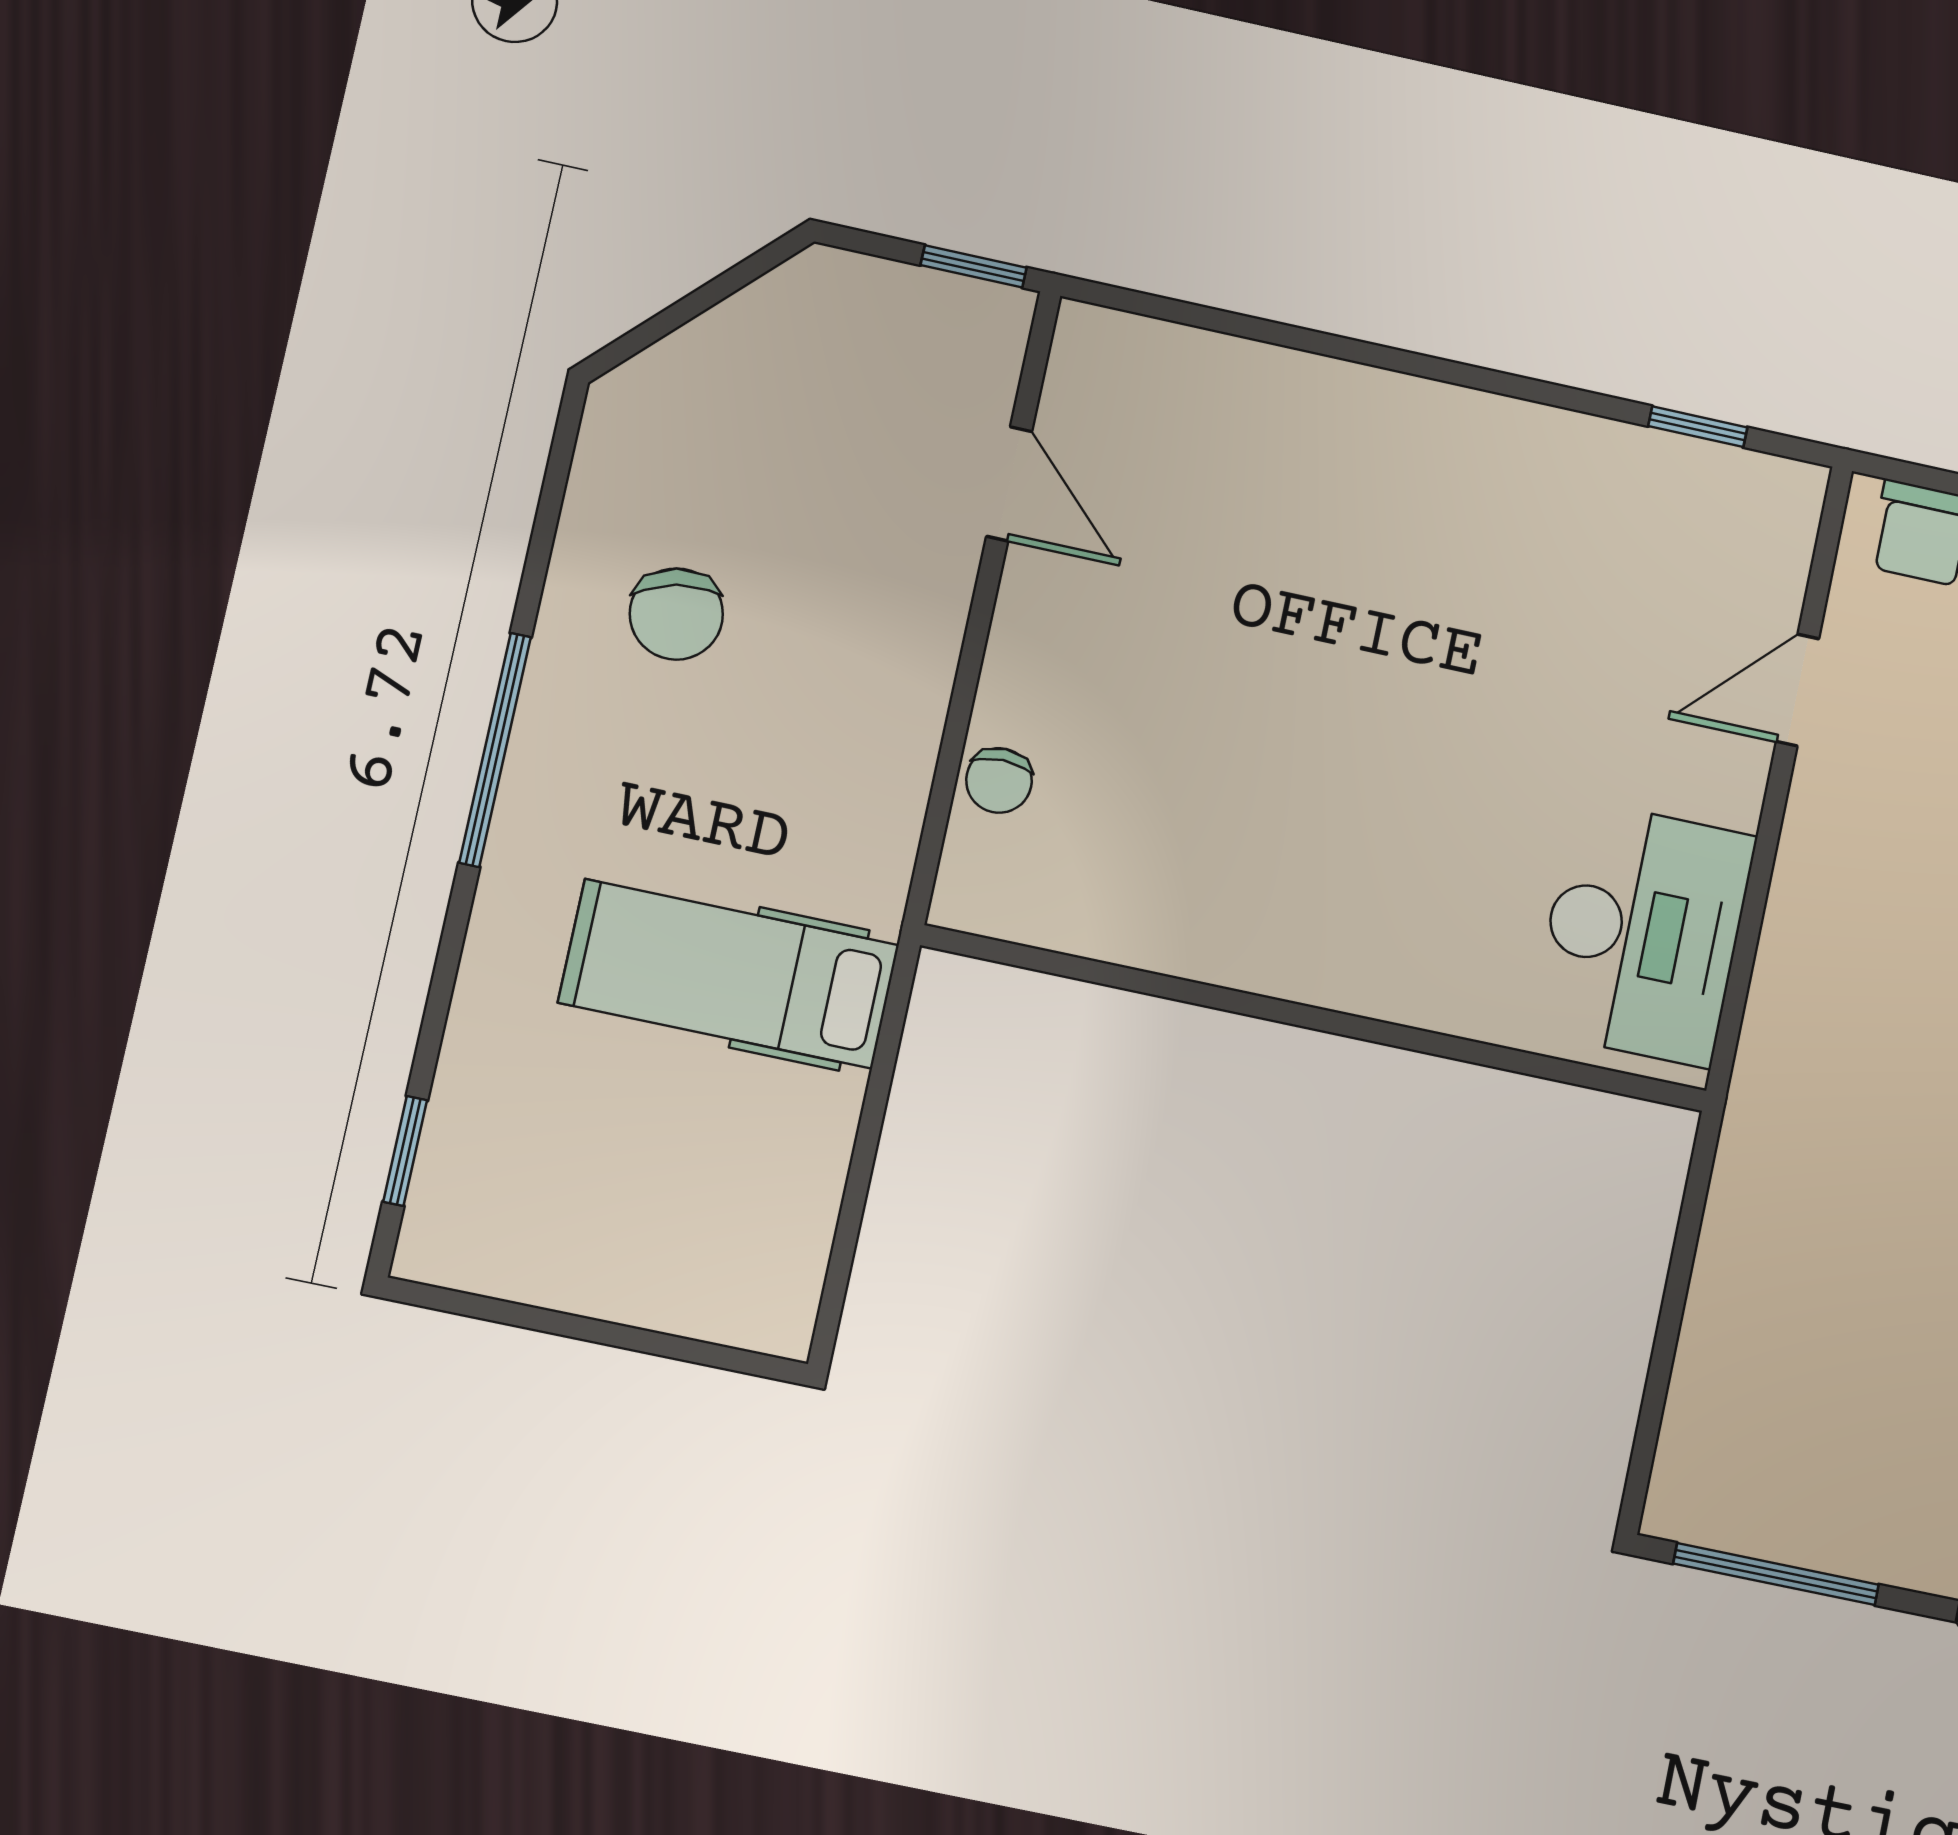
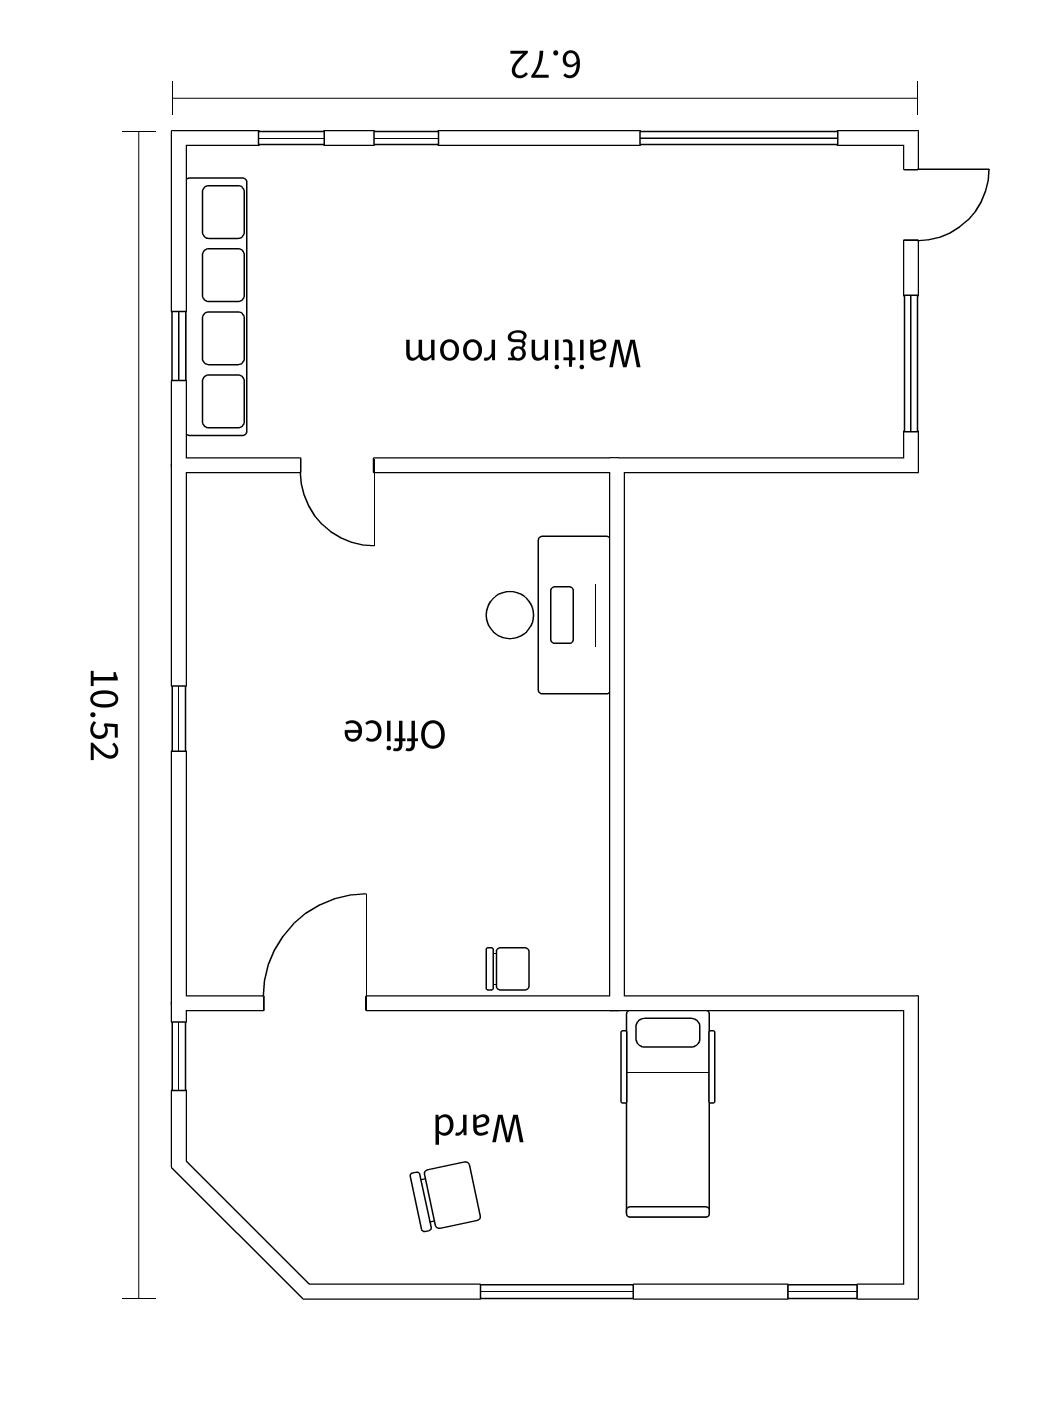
window: (1698, 427) -> (179, 719), moved
door: (1009, 484) -> (315, 1003), width x1.38
desk: (1643, 933) -> (548, 615), moved, turned 90

